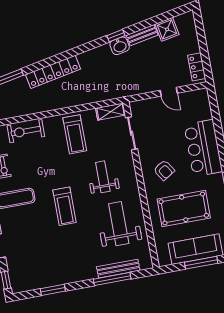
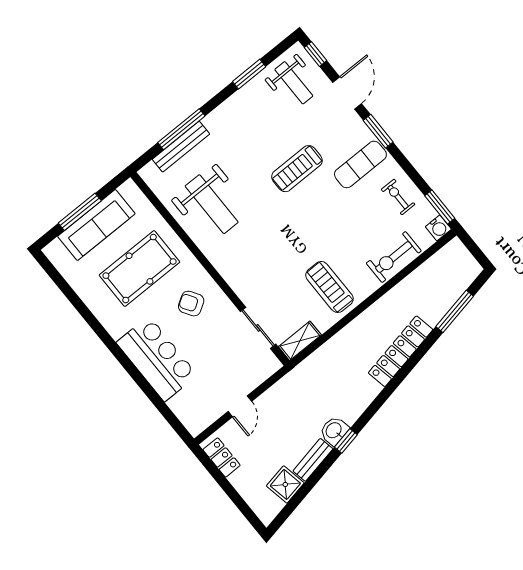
door: (169, 92) -> (240, 406), swing flipped
exercise bike: (26, 131) -> (394, 257), turned 180
weight bench: (103, 177) -> (294, 83), moved
treadmill: (64, 206) -> (297, 169), moved, turned -90

